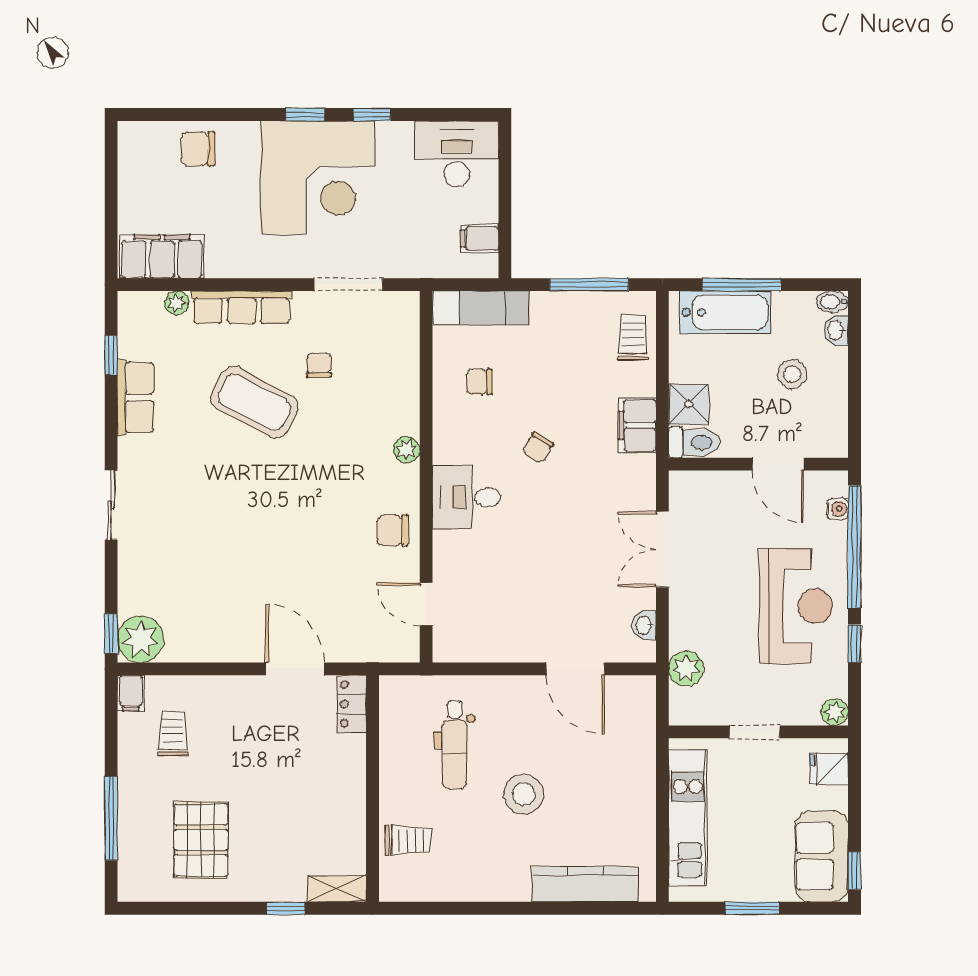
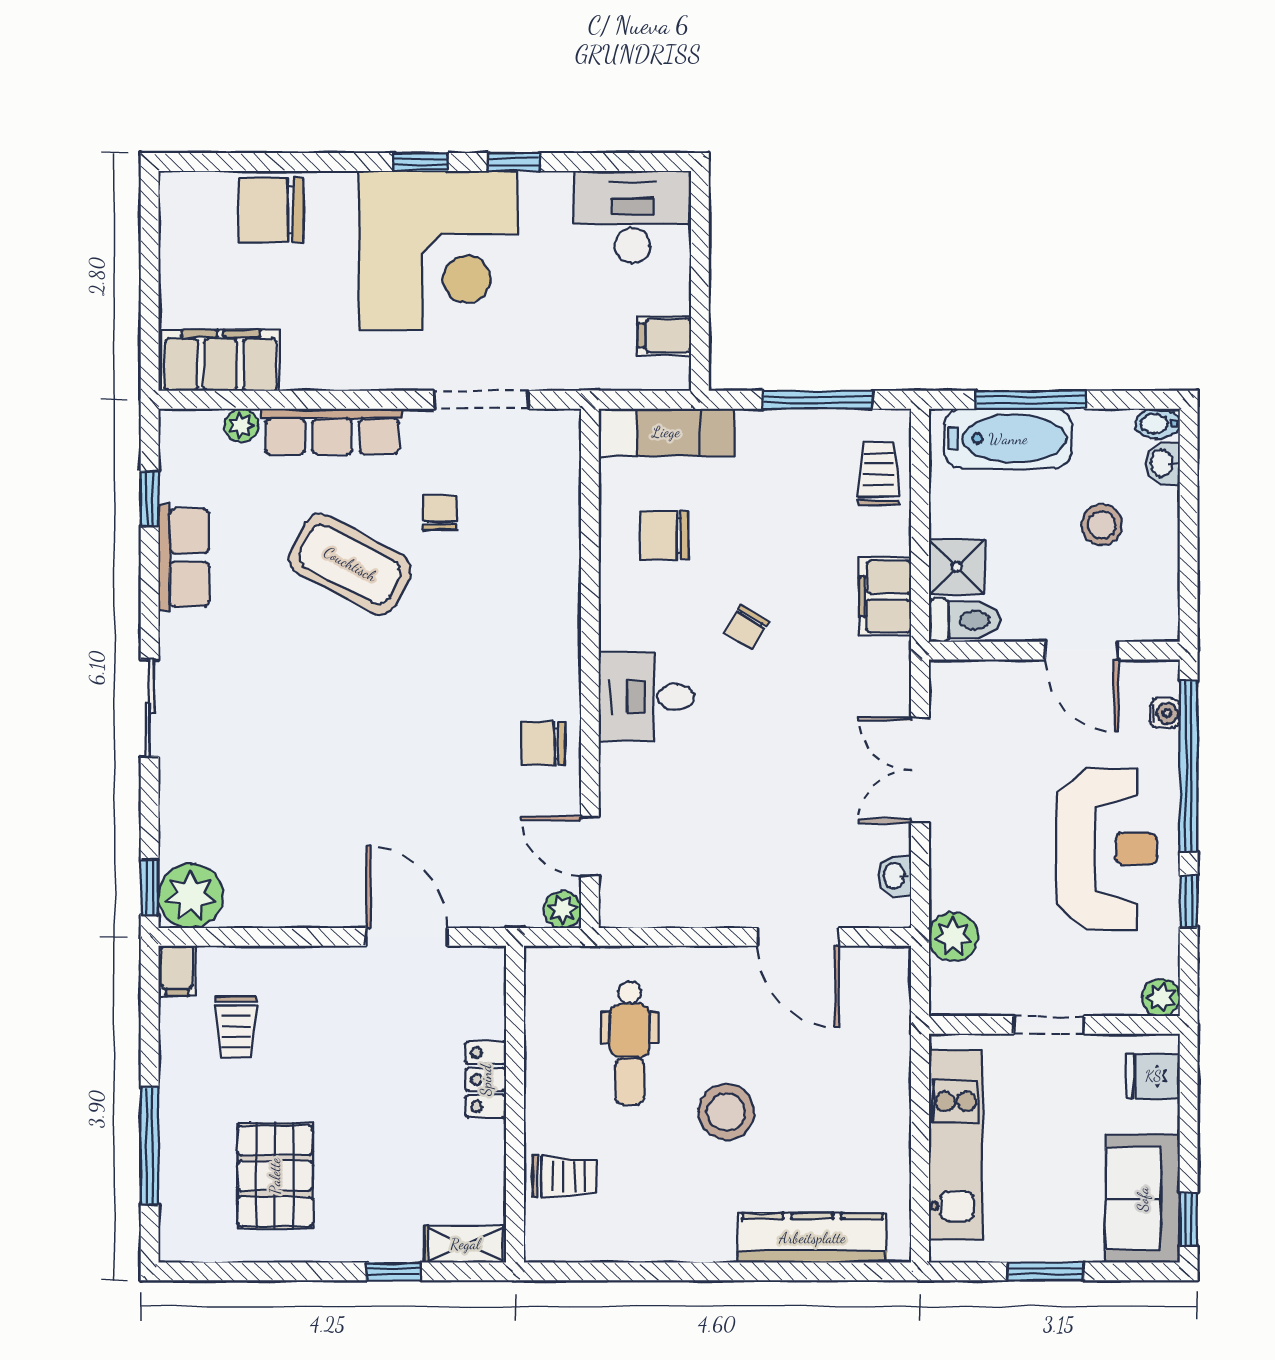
chair: (198, 149) -> (271, 210), width x1.37, depth x1.37
chair: (479, 382) -> (664, 535), width x1.37, depth x1.37
plant: (407, 450) -> (563, 910), moved
locker: (352, 704) -> (486, 1080), moved
trolley: (173, 734) -> (236, 1027), turned 180

